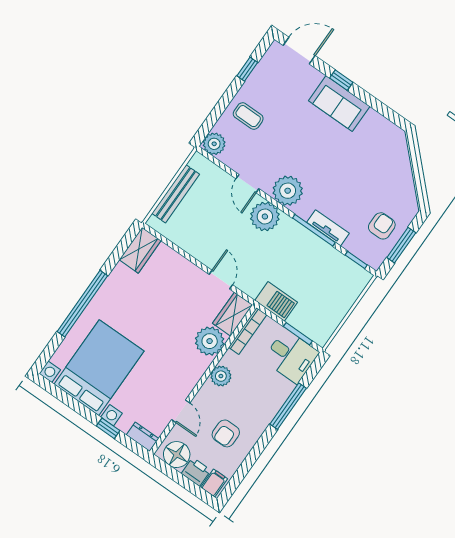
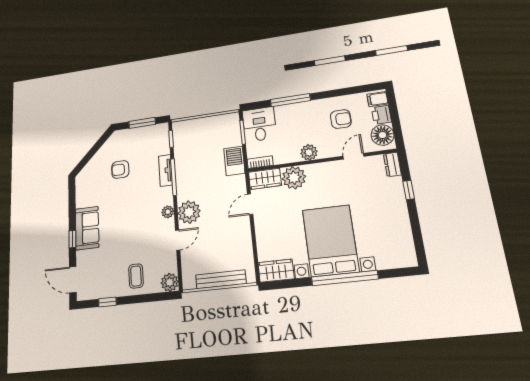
plant: (288, 191) -> (168, 212), width x0.53, depth x0.53
armchair: (382, 226) -> (120, 170), moved
bookcase: (248, 331) -> (260, 162), width x0.64
bed with nightstands: (99, 368) -> (330, 241), moved, turned 90

